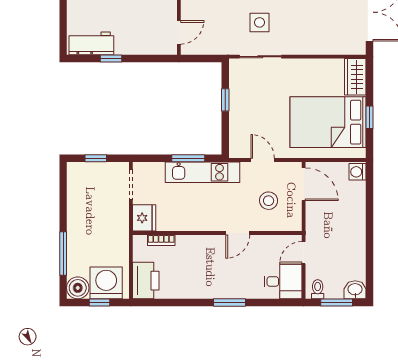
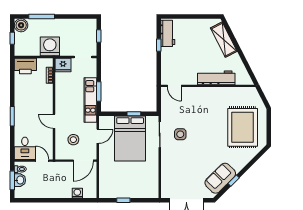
wardrobe: (355, 77) -> (148, 192), removed
bed: (328, 122) -> (130, 138), moved, turned 180
washing machine: (358, 172) -> (77, 193), moved
washing machine: (106, 283) -> (50, 46), moved, turned -90
washbasin: (355, 290) -> (20, 180), moved

